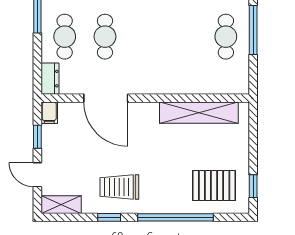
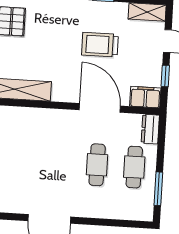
filing cabinet: (49, 113) -> (145, 97), width x2.00
trolley: (119, 187) -> (100, 45), moved, turned 180

